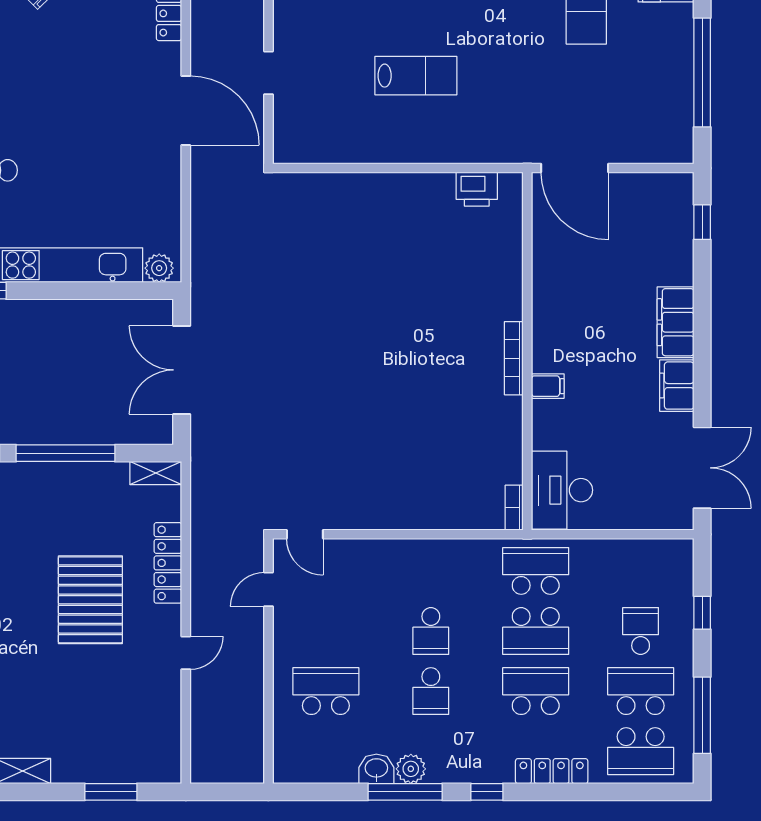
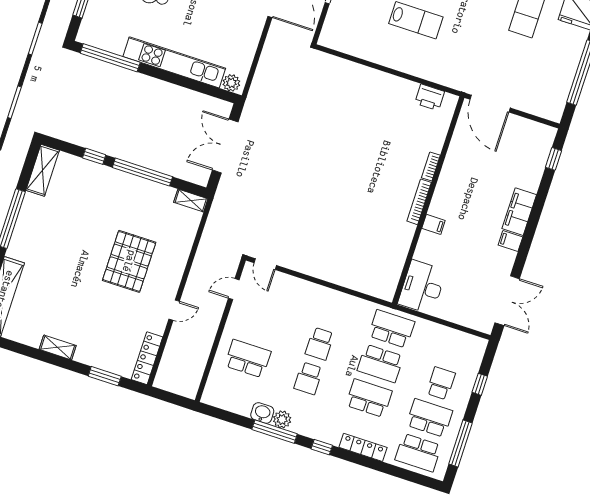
filing cabinet: (677, 386) -> (510, 241), width x0.50
bookcase: (514, 508) -> (431, 166), moved
locker: (168, 563) -> (147, 358), moved

